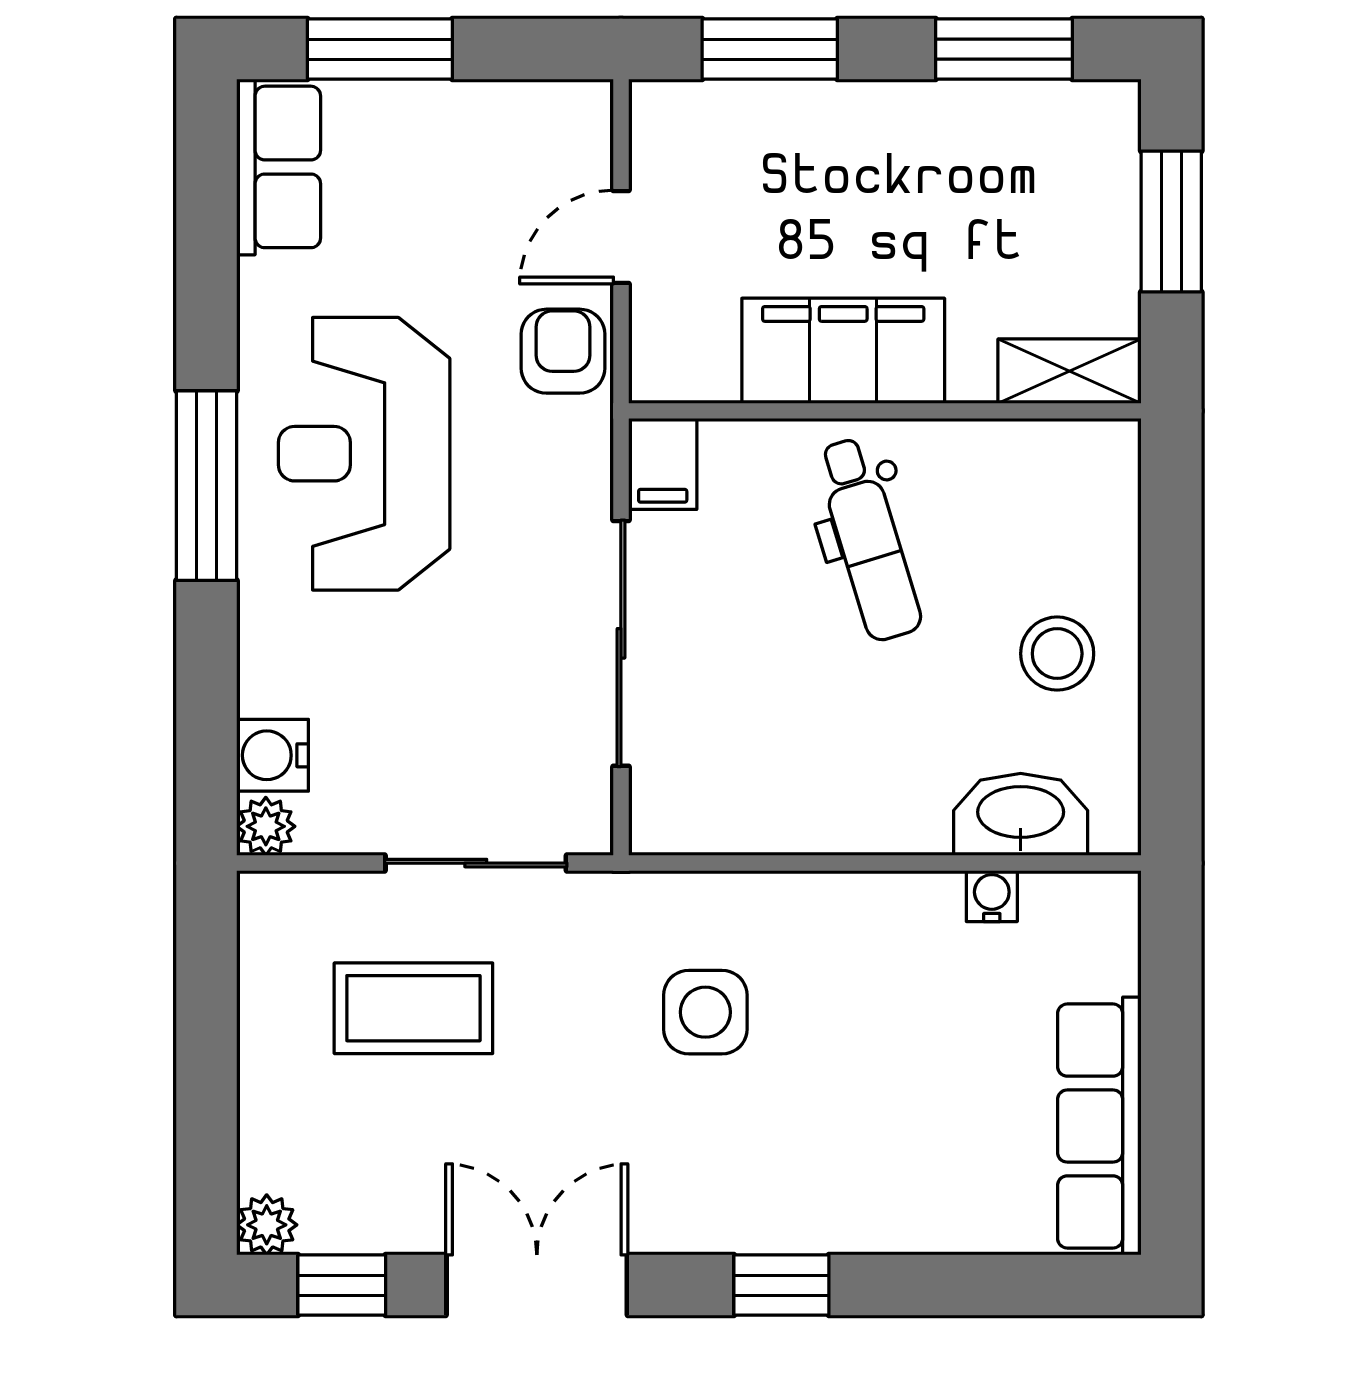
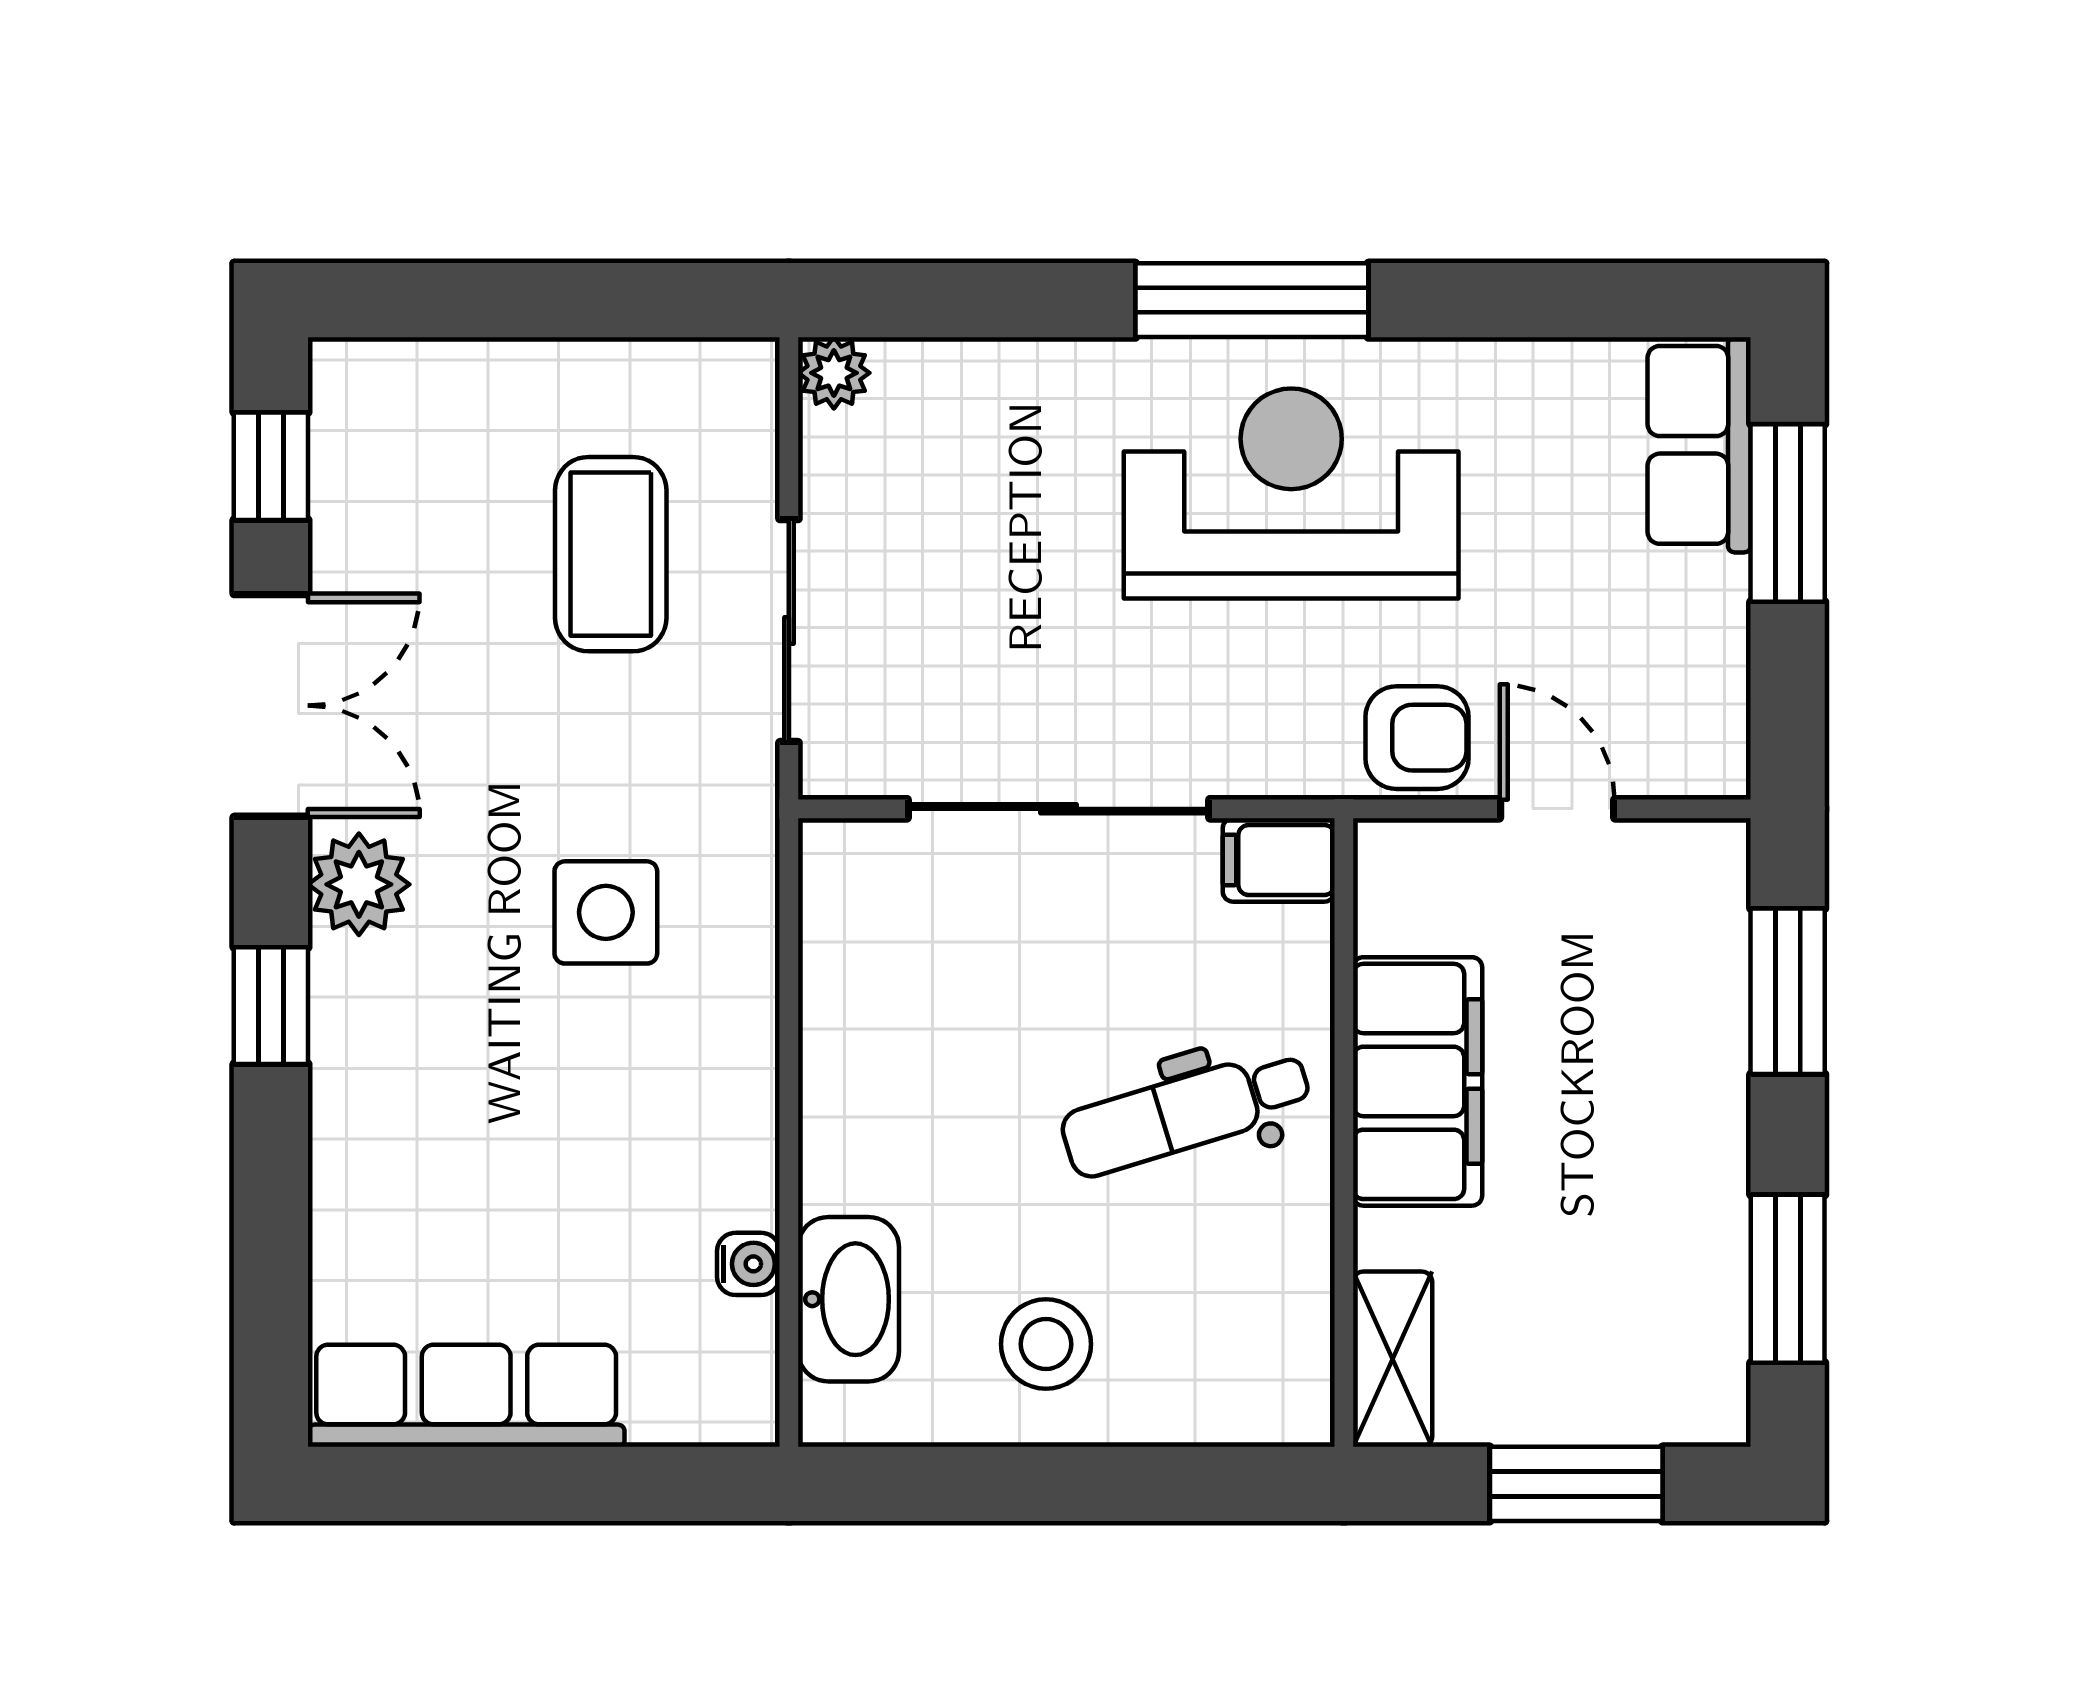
row of seats: (279, 167) -> (1699, 445), moved, turned 90
water cooler: (273, 755) -> (921, 381), removed
plant: (267, 1225) -> (359, 884), moved, width x1.38, depth x1.38

